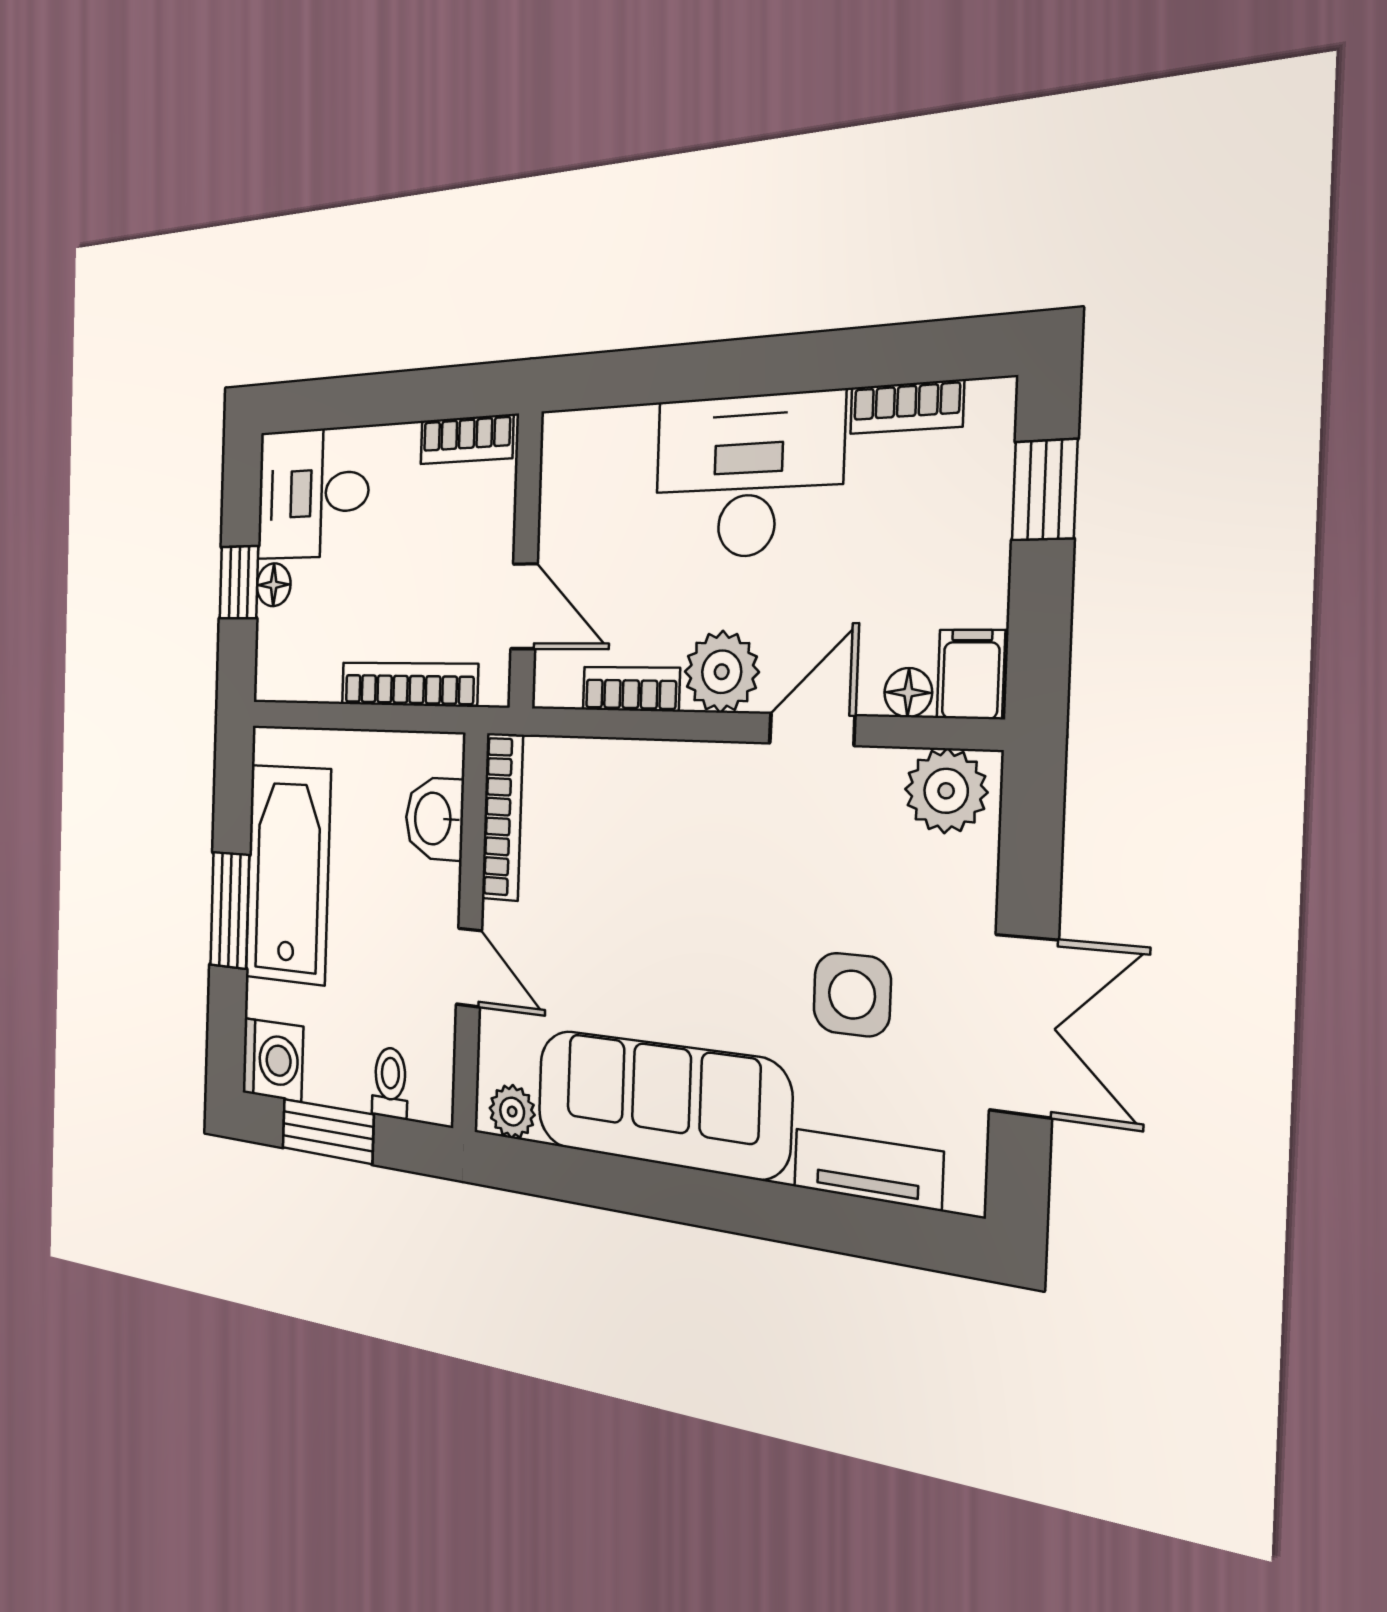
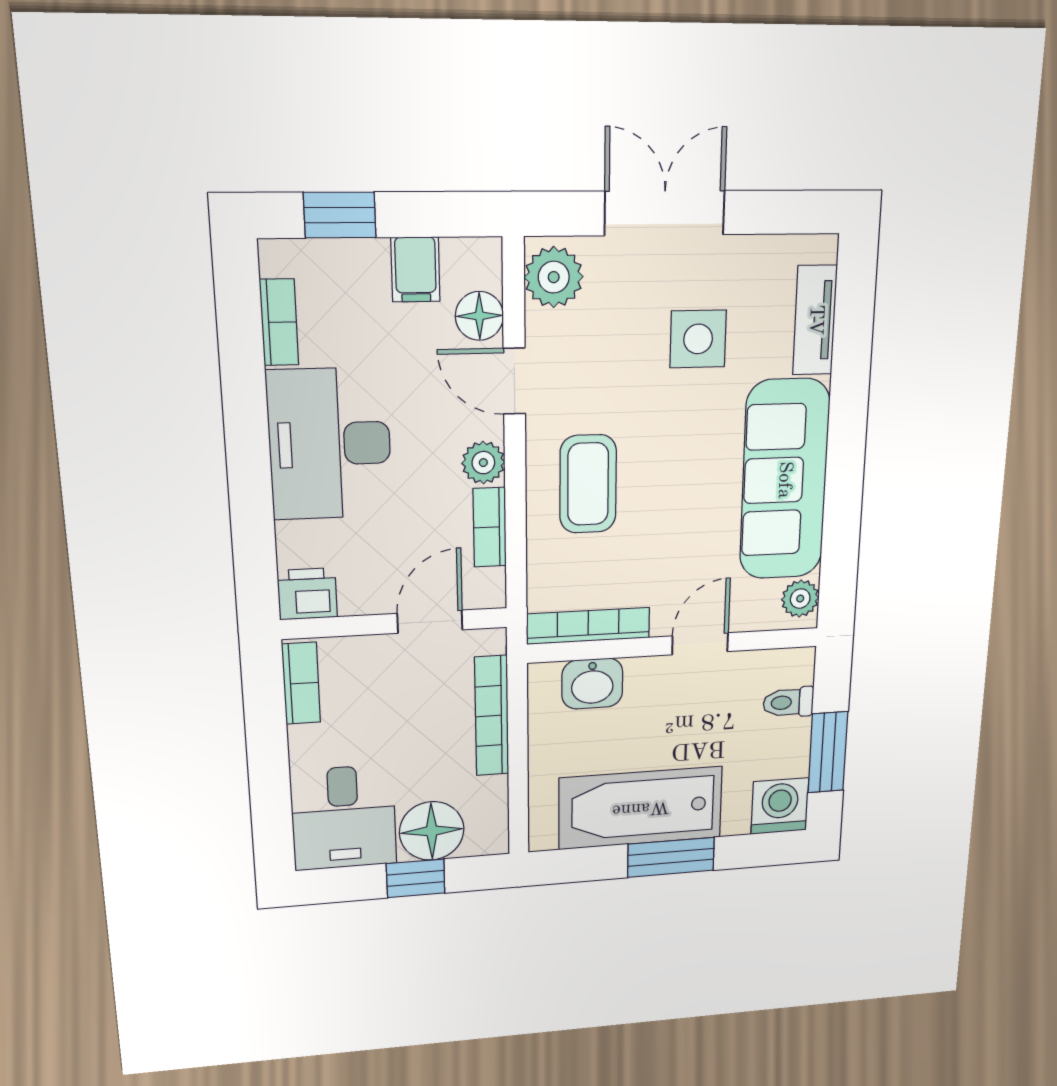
printer: (569, 447) -> (307, 594), added
floor lamp: (274, 585) -> (432, 831), width x1.89, depth x1.89
plant: (722, 672) -> (483, 463), width x0.73, depth x0.73
filing cabinet: (971, 674) -> (415, 269), moved, turned -90
floor lamp: (908, 693) -> (479, 316), width x1.37, depth x1.37
coffee table: (675, 826) -> (588, 484), added
double door: (1024, 1026) -> (665, 213), moved

